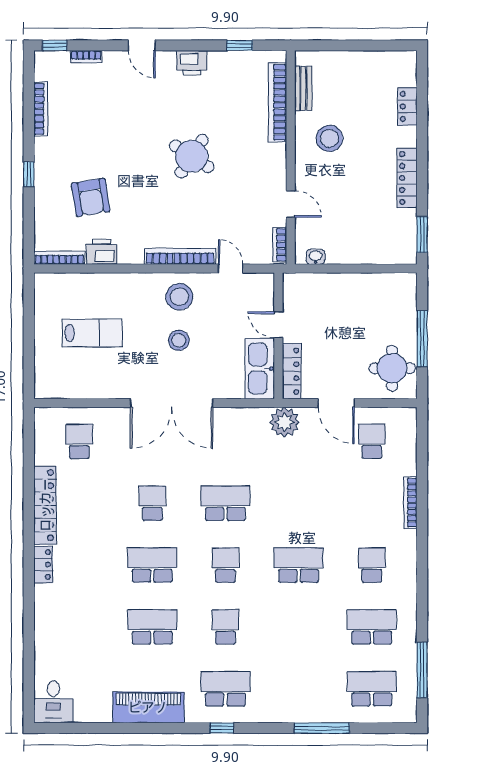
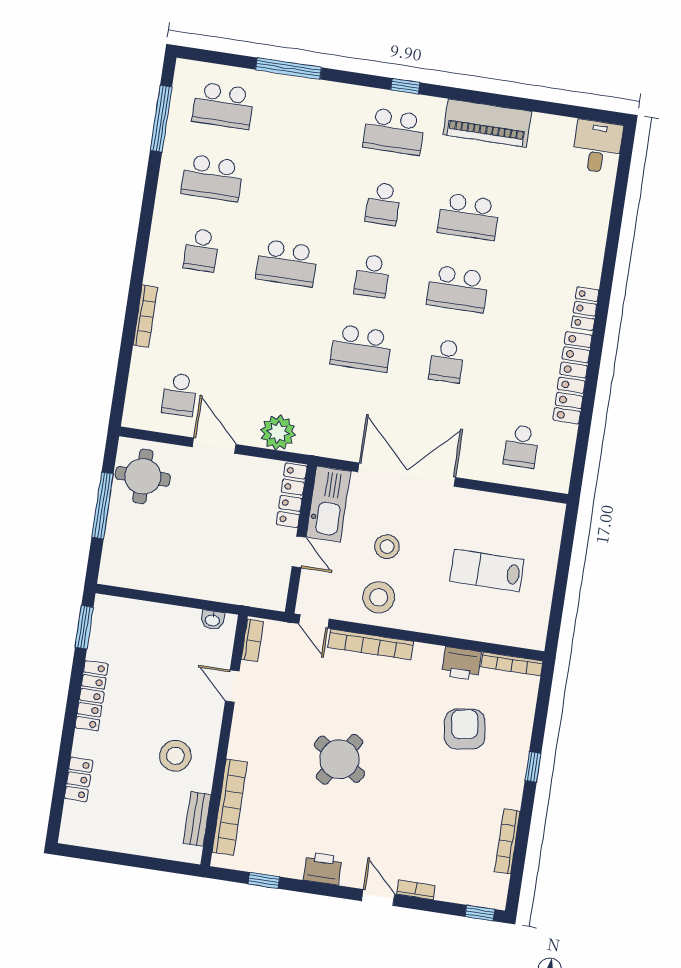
bookcase: (86, 57) -> (416, 890), moved
door: (278, 325) -> (299, 552), moved
wall: (278, 336) -> (301, 539), moved
kitchen sink: (260, 369) -> (328, 504), moved
locker: (292, 371) -> (292, 495), moved

